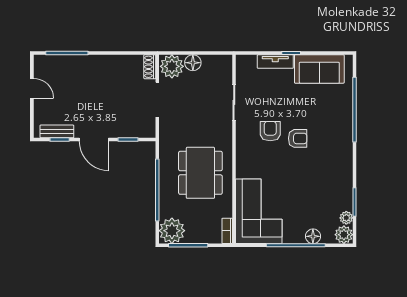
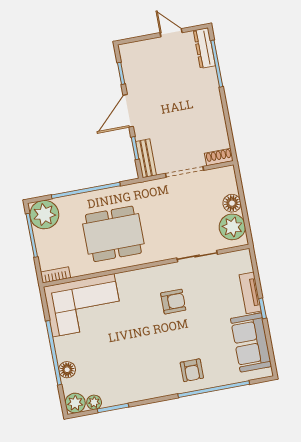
dresser: (51, 62) -> (204, 48), added
plant: (172, 66) -> (232, 227), moved
door: (32, 88) -> (171, 33), swing flipped
bench: (57, 131) -> (146, 158), moved
armchair: (298, 138) -> (192, 370), moved

